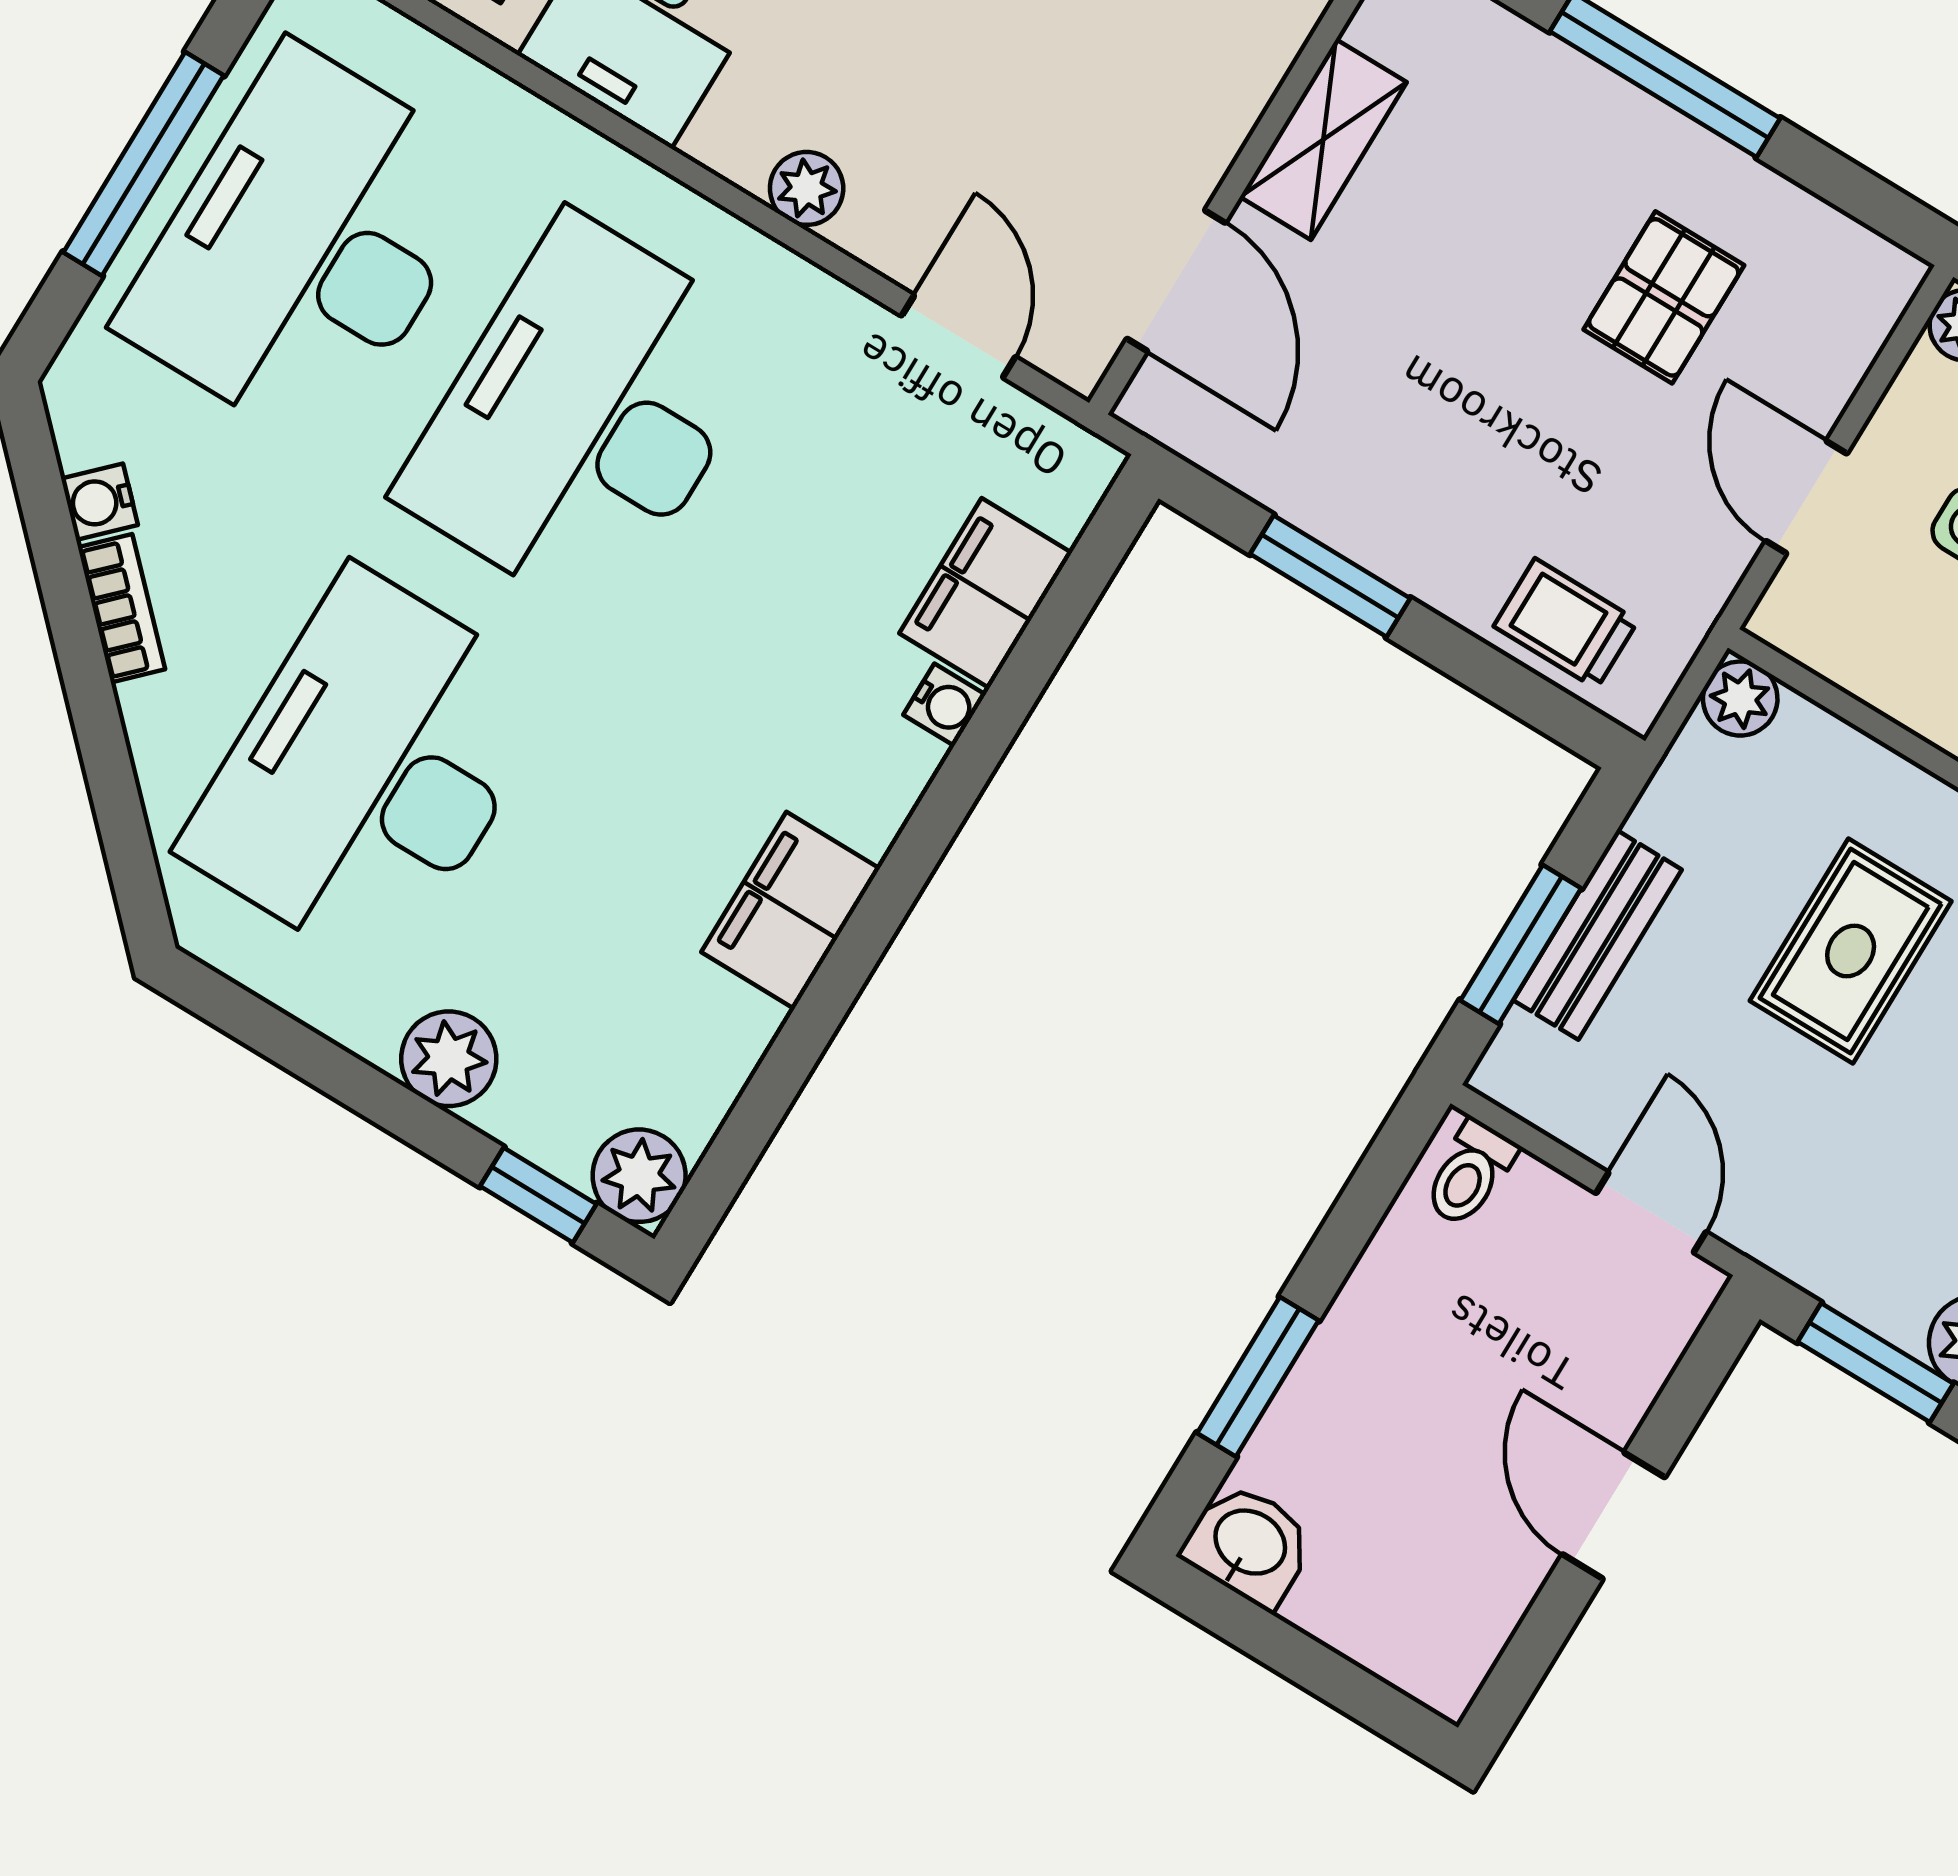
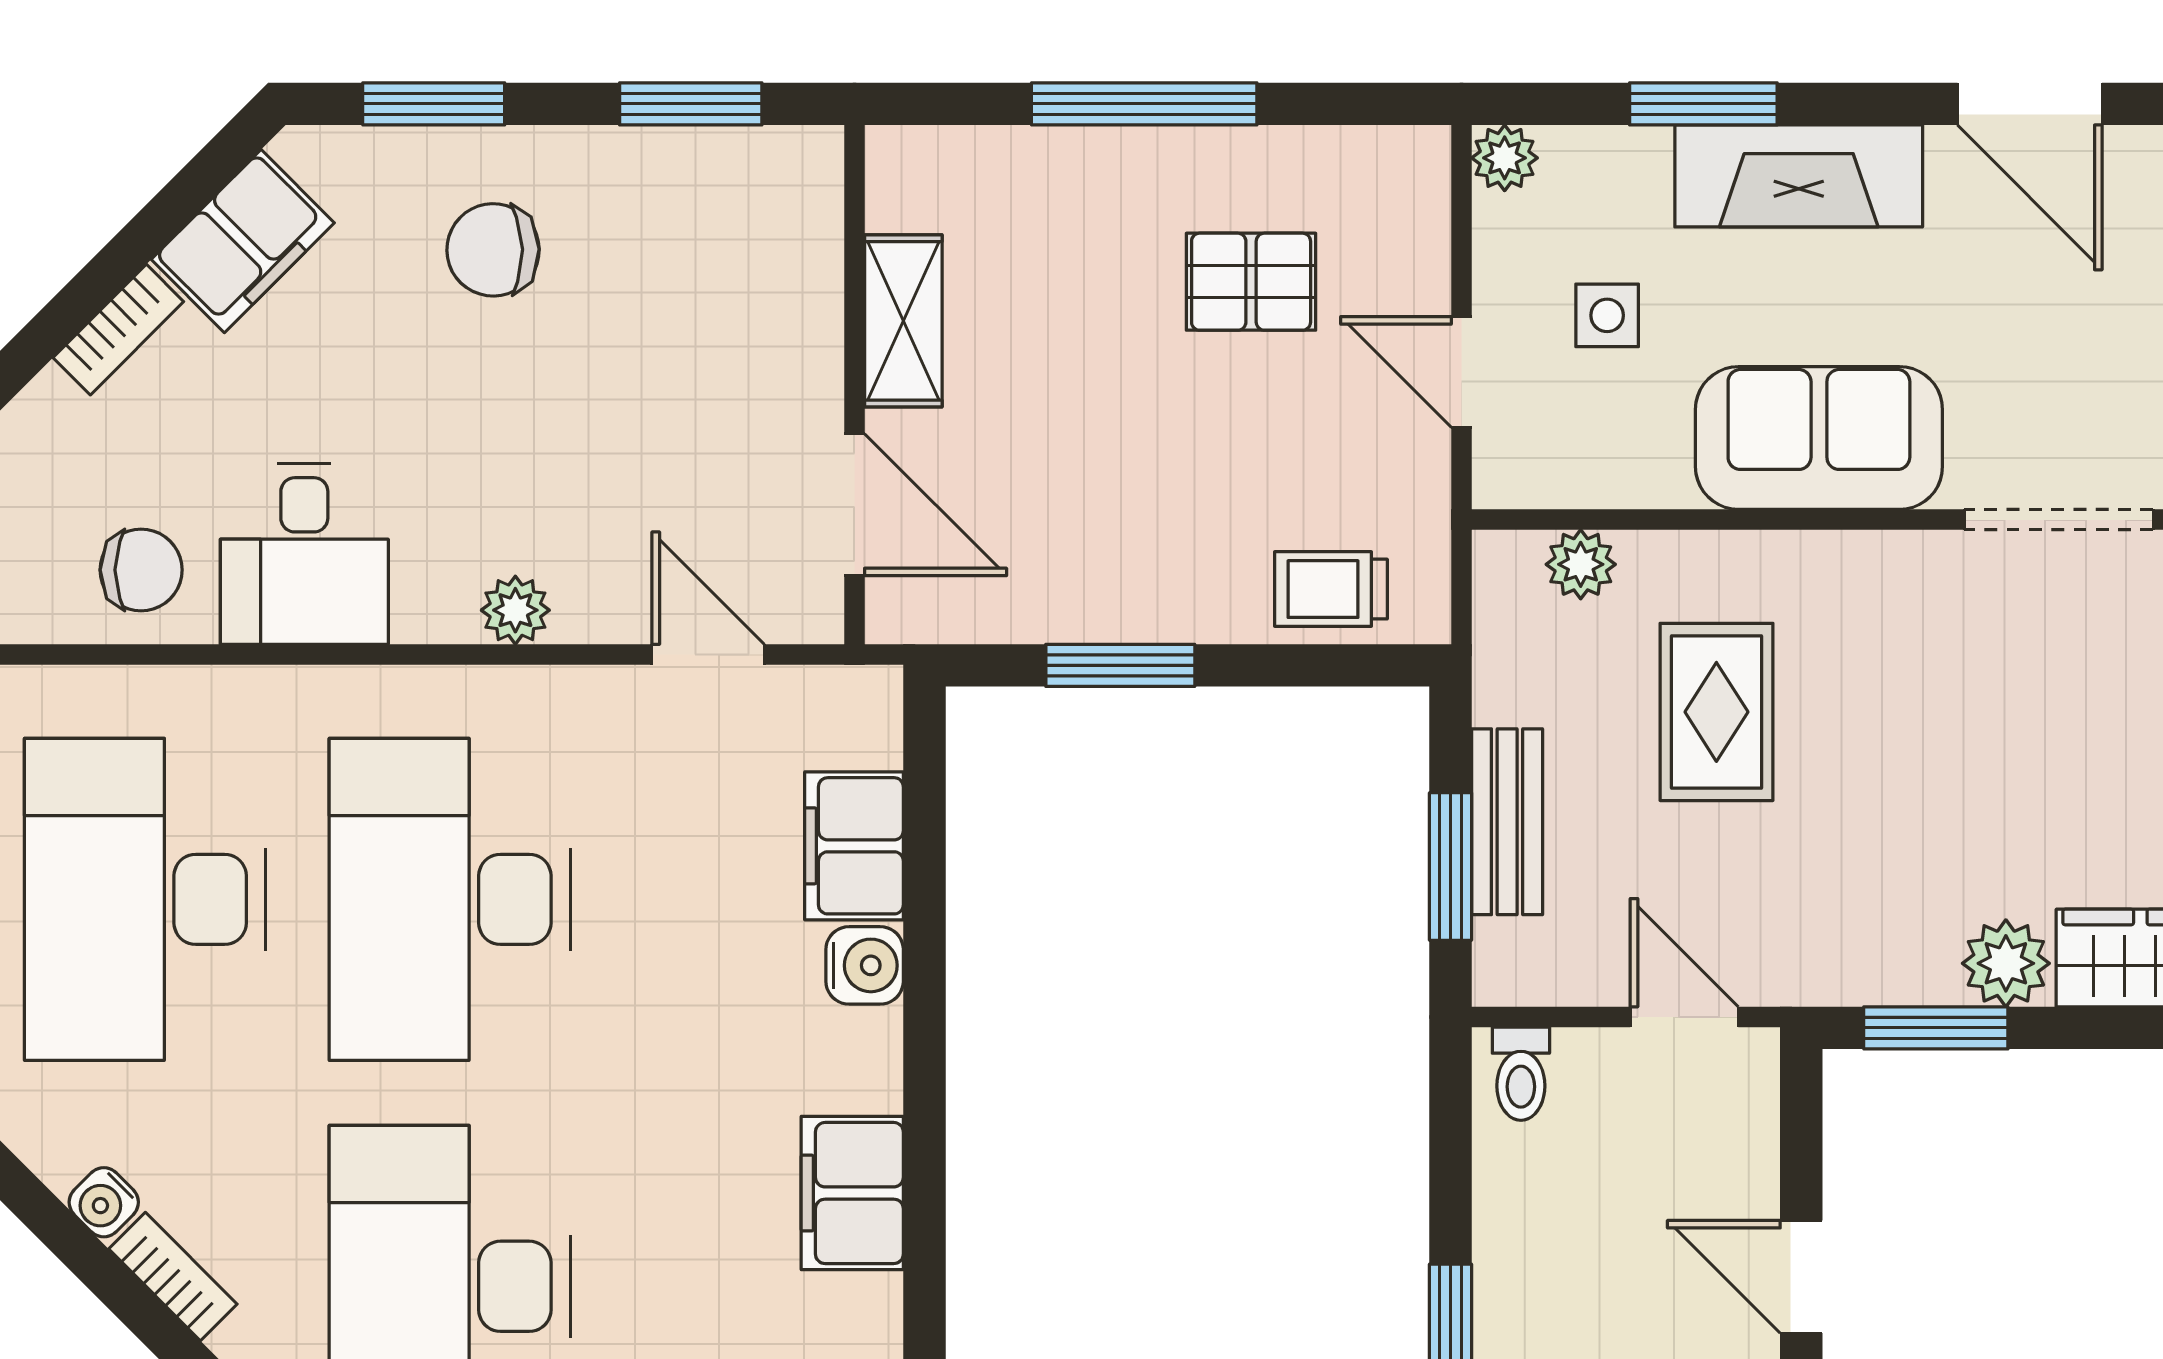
pallet: (1664, 297) -> (1251, 282), turned 90
plant: (1740, 699) -> (1581, 564), moved
water cooler: (945, 705) -> (865, 965), width x1.38, depth x1.38

